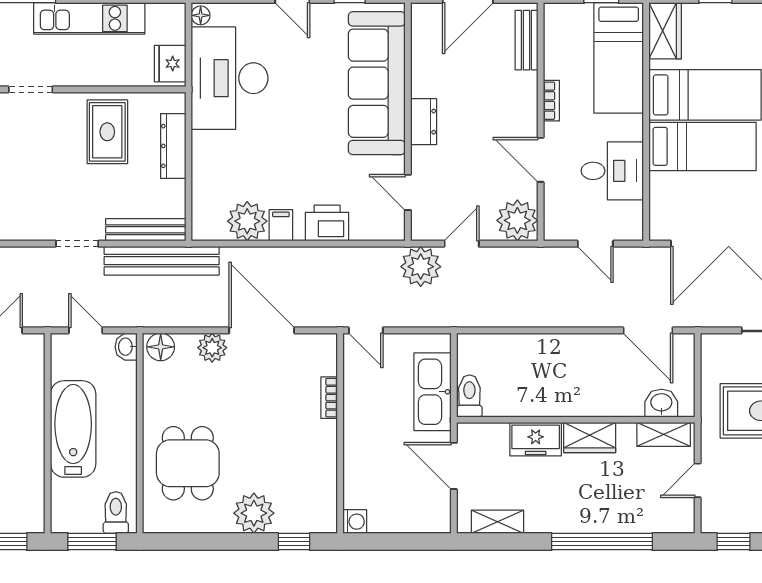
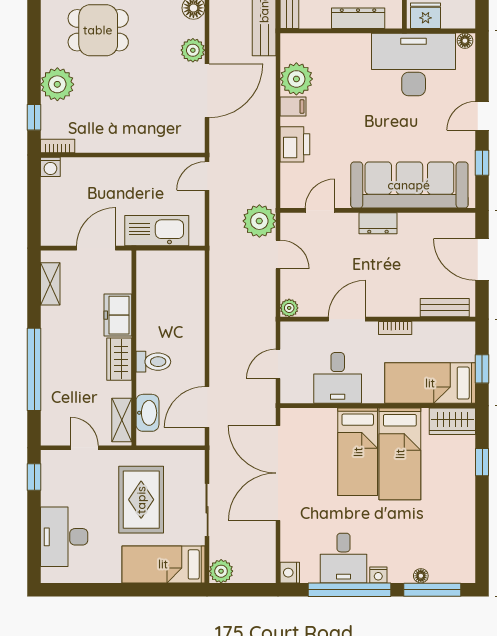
plant: (517, 220) -> (289, 308), width x0.53, depth x0.53
toilet: (469, 396) -> (153, 362), moved
bookcase: (329, 398) -> (58, 146), moved
washbasin: (661, 403) -> (147, 413), width x1.38

